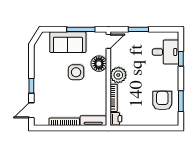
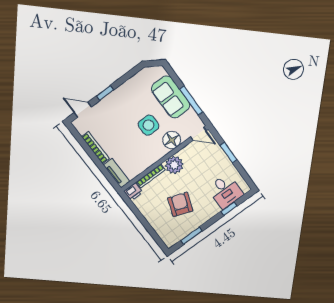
armchair: (162, 101) -> (180, 204), moved, turned -70

